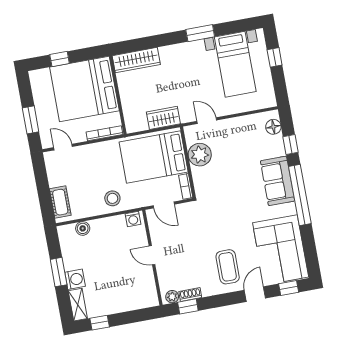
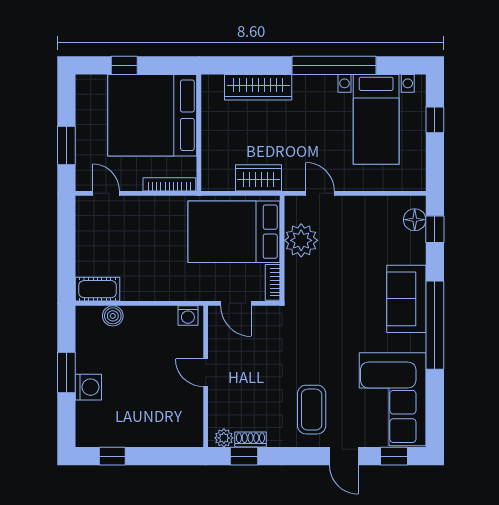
window: (200, 33) -> (334, 65), width x2.11
wardrobe: (136, 60) -> (258, 87), moved
window: (291, 144) -> (435, 229), moved
stool: (112, 198) -> (164, 280), removed
cot: (60, 202) -> (98, 289), moved, turned 90
door: (255, 294) -> (344, 456), swing flipped
shelving: (78, 305) -> (86, 425), removed

